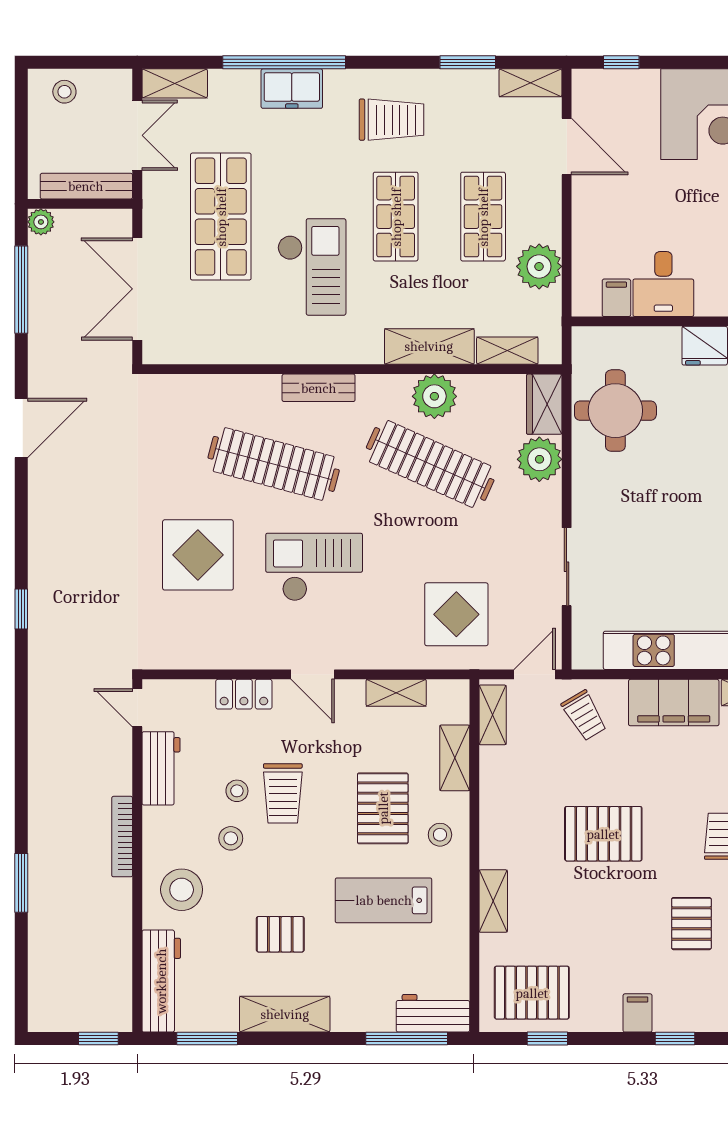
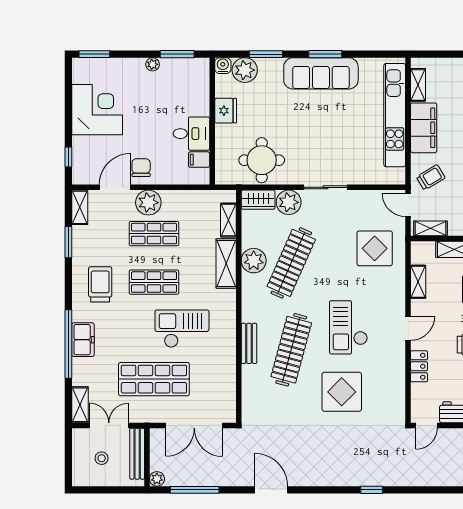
stool: (64, 92) -> (102, 458), moved
chair: (602, 193) -> (141, 168), added
plant: (539, 266) -> (148, 203), moved
bench: (319, 388) -> (249, 343), moved
sliding door: (567, 567) -> (325, 187), moved

